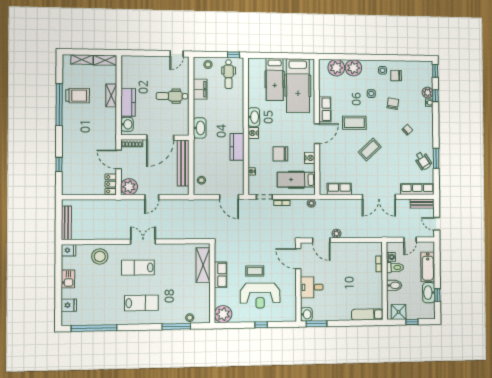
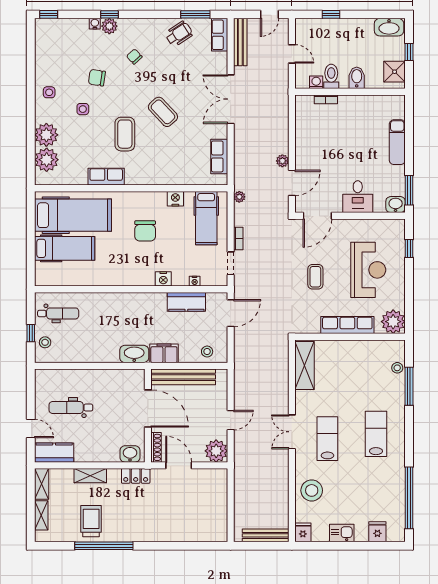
door: (177, 54) -> (31, 428), moved
window: (233, 55) -> (31, 333), moved
chair: (396, 76) -> (56, 72), removed
filing cabinet: (200, 89) -> (164, 353), moved
plant: (428, 93) -> (109, 26), moved
dental chair: (172, 96) -> (71, 408), moved, turned 90
window: (435, 96) -> (110, 14), moved
kitchen counter: (128, 102) -> (54, 453), moved
washbasin: (254, 117) -> (118, 278), removed
nightstand: (253, 133) -> (163, 279), moved
door: (317, 134) -> (141, 188), removed
kitchen counter: (237, 147) -> (186, 302), moved
chair: (280, 154) -> (145, 231), moved
window: (436, 158) -> (195, 14), moved
door: (119, 159) -> (179, 465), swing flipped
window: (59, 165) -> (186, 546), removed
locker: (111, 184) -> (136, 476), moved
row of seats: (417, 189) -> (220, 35), width x0.68
door: (152, 197) -> (231, 420), hinge flipped
double door: (379, 197) -> (231, 99), swing flipped
bench: (422, 204) -> (240, 42), width x1.36
shelving: (203, 265) -> (305, 366), moved, turned 90
bathtub: (428, 267) -> (331, 28), removed
lab bench: (138, 268) -> (327, 439), turned 180
coffee table: (255, 271) -> (315, 277), moved
row of seats: (221, 275) -> (347, 325), width x1.48
washbasin: (429, 293) -> (389, 27), moved
window: (437, 295) -> (331, 14), moved
exam couch: (367, 314) -> (397, 142), moved
window: (261, 325) -> (409, 248), moved

